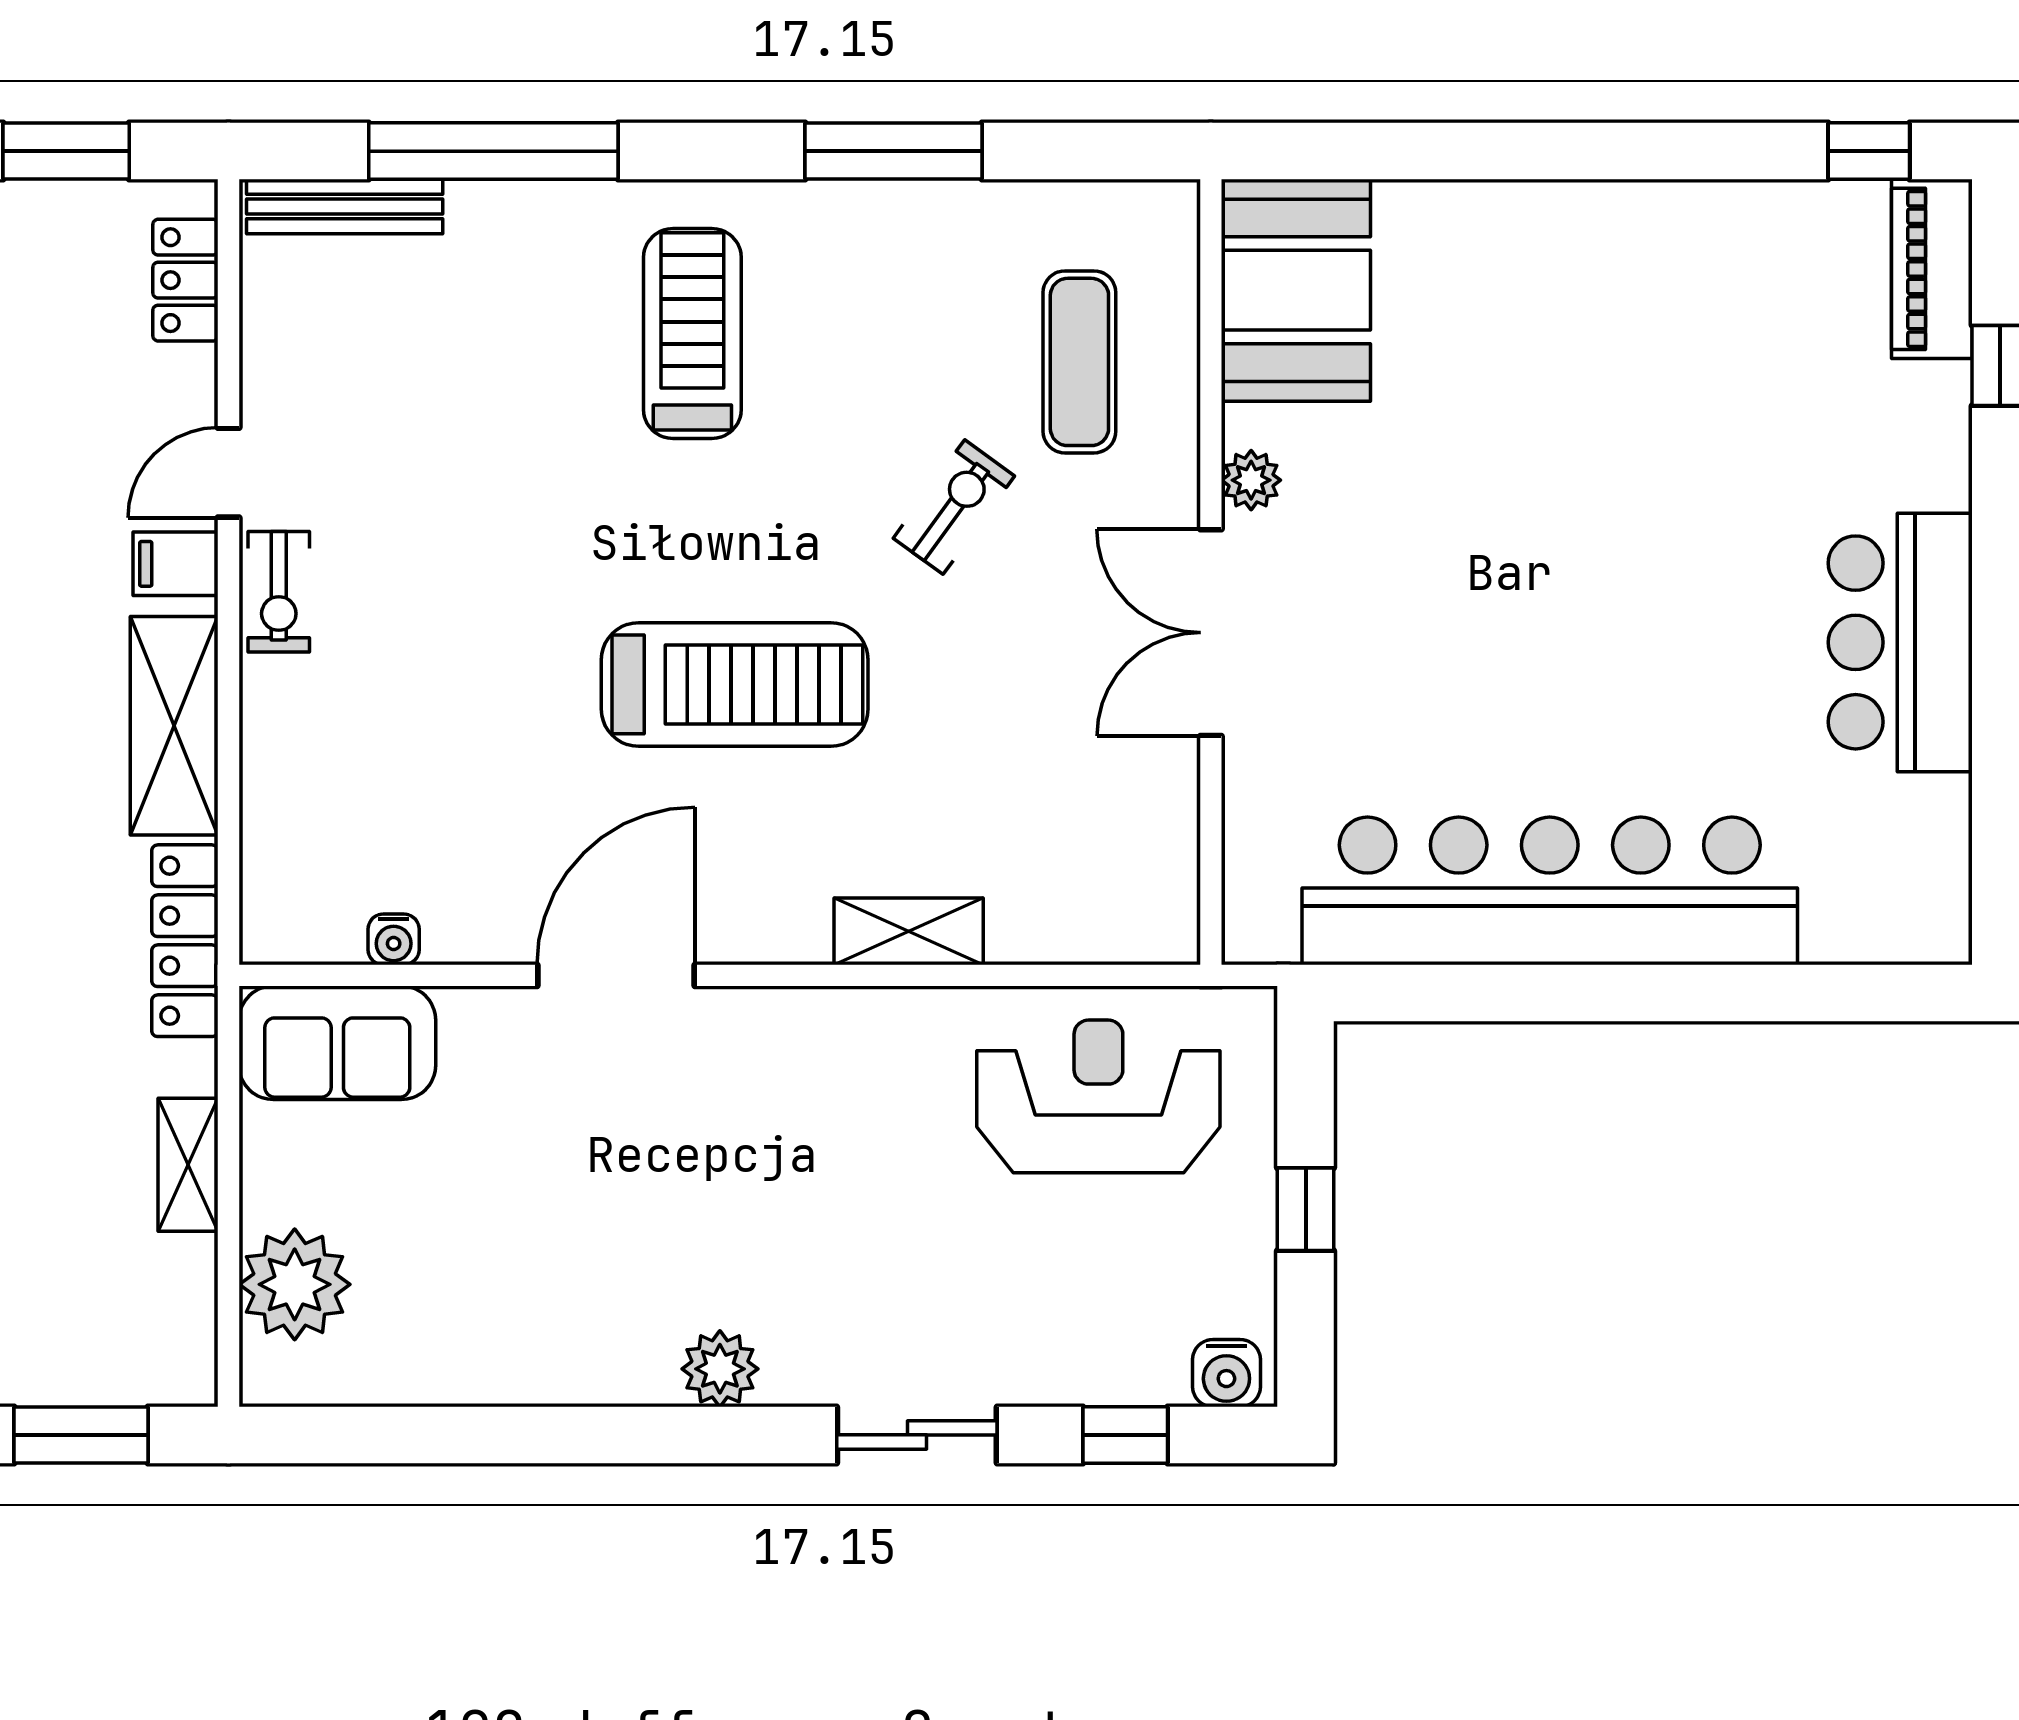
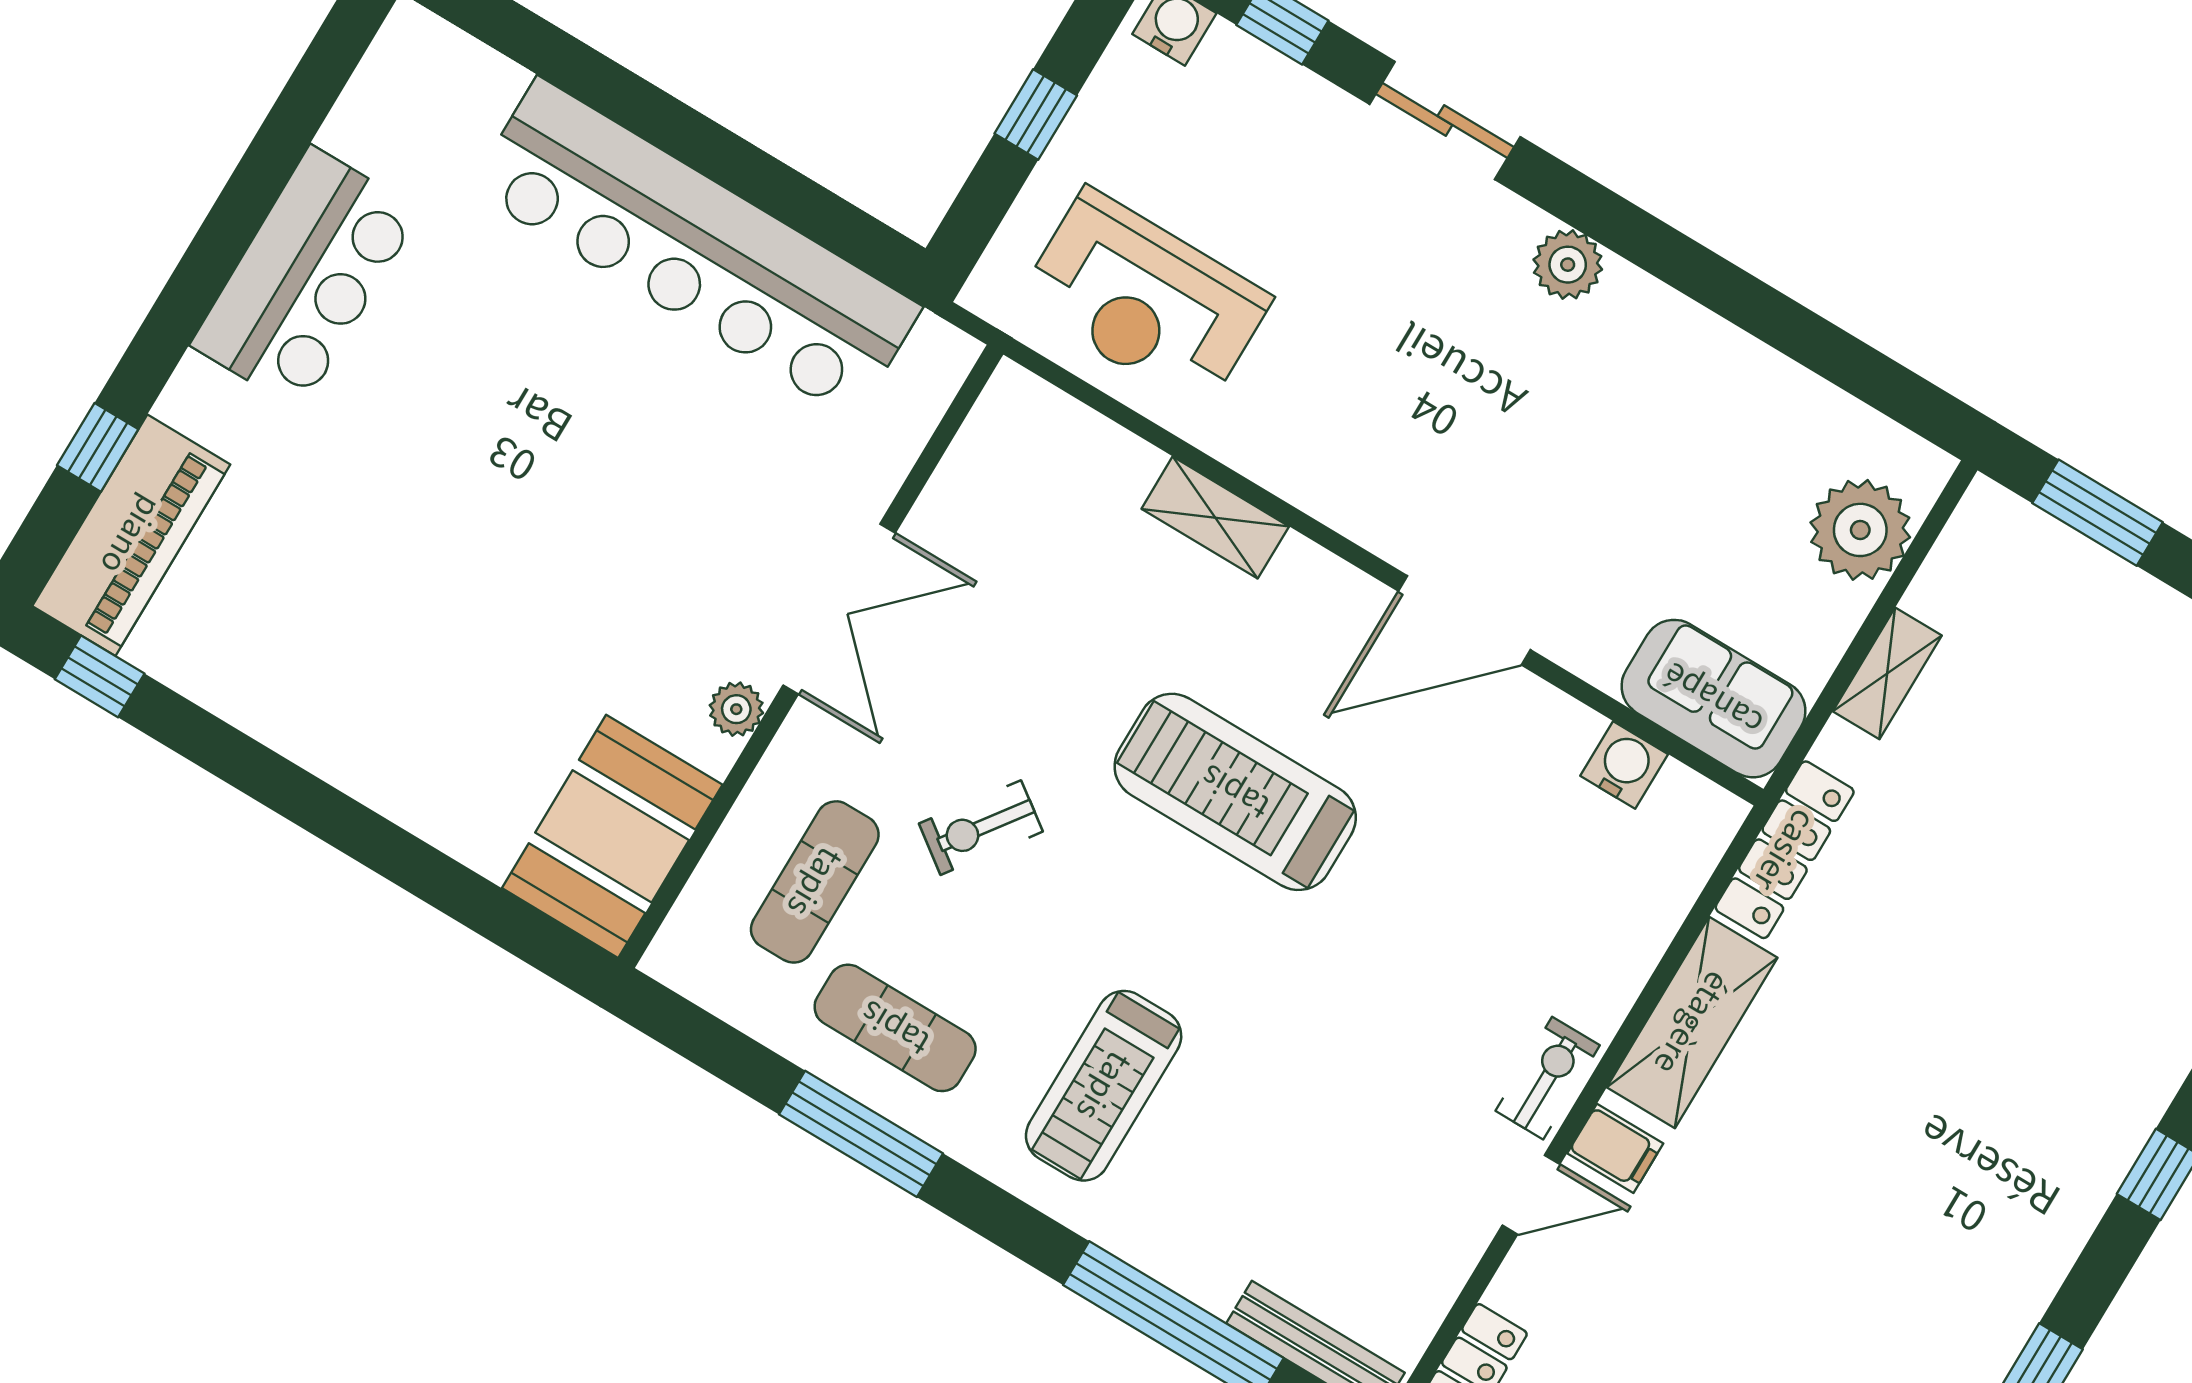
piano: (1932, 269) -> (131, 535), width x1.37, depth x1.33
exercise mat: (921, 270) -> (895, 1028), added
water cooler: (394, 939) -> (1624, 765), width x1.38, depth x1.38

